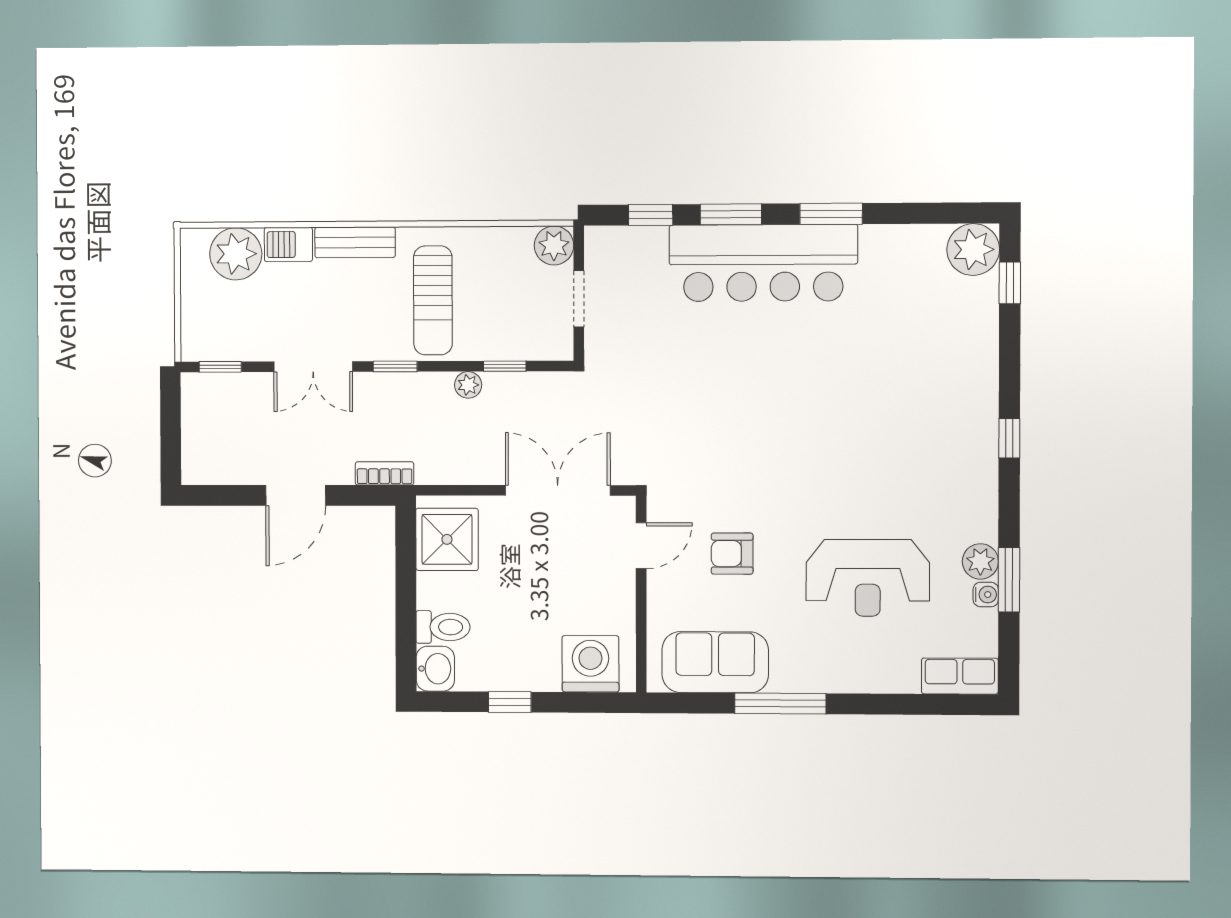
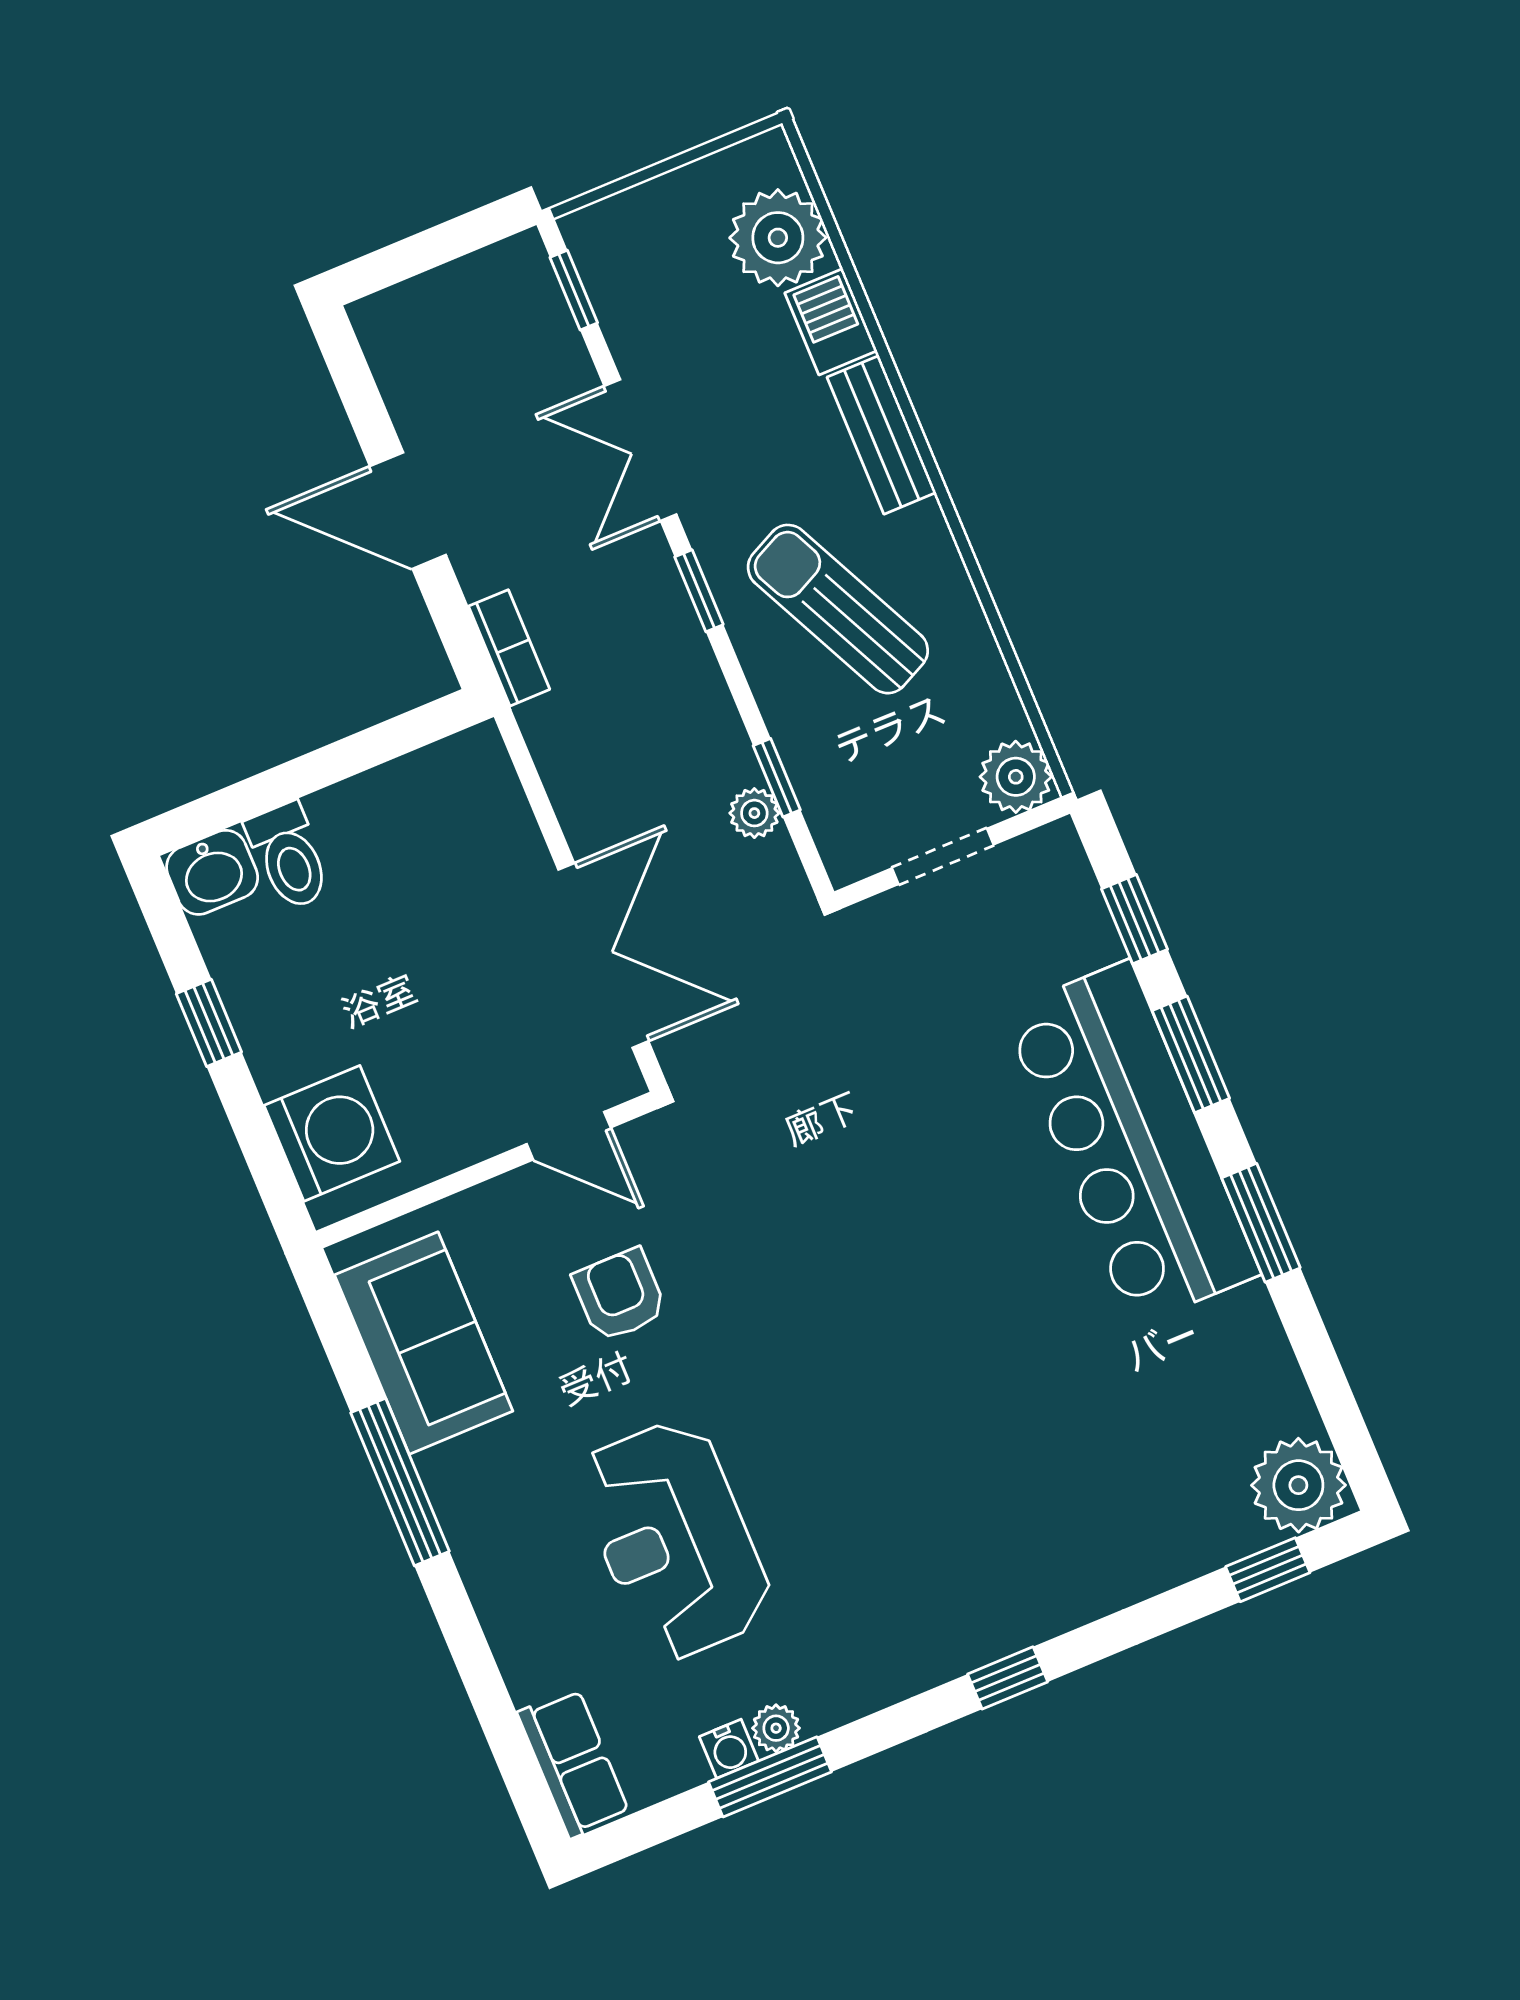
sun lounger: (433, 300) -> (838, 609), turned 64
plant: (468, 385) -> (754, 813), moved
shower: (447, 539) -> (441, 801), removed
plant: (980, 561) -> (776, 1728), width x0.73, depth x0.73

